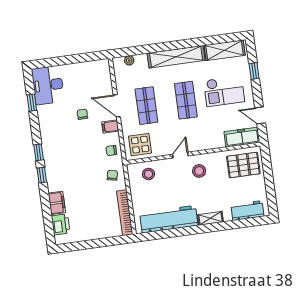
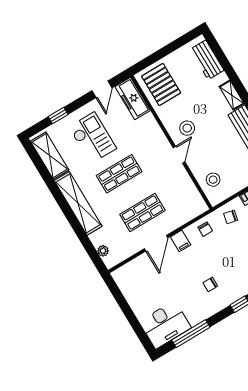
window: (32, 103) -> (191, 334), width x2.17
chair: (82, 114) -> (210, 284), moved
display table: (140, 145) -> (186, 202), removed
door: (180, 155) -> (179, 155), swing flipped

